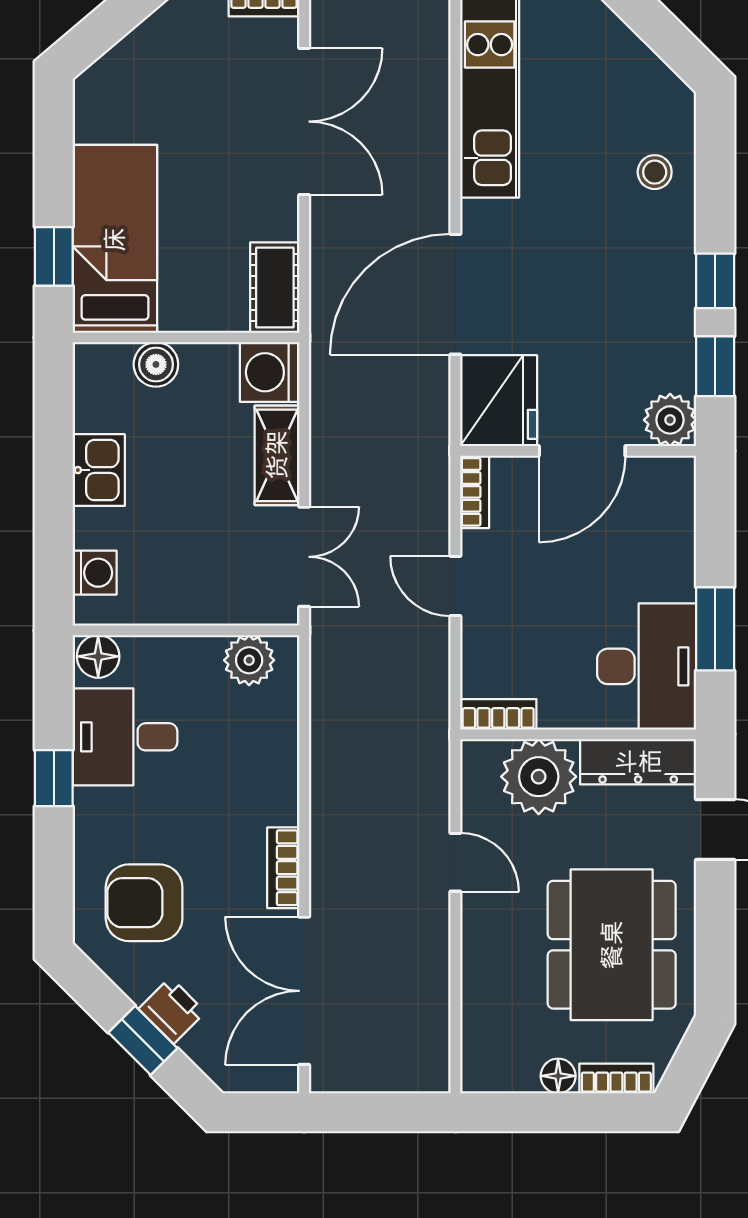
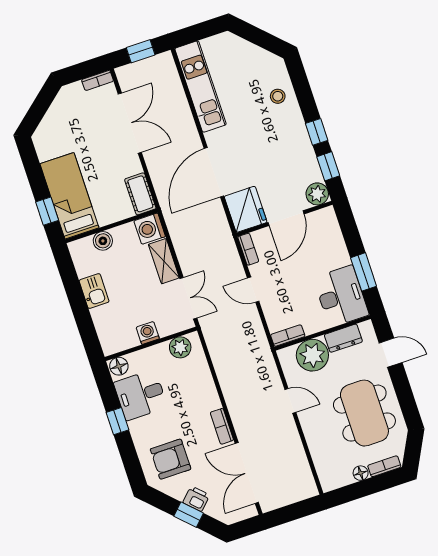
washing machine: (95, 573) -> (148, 333), moved, turned -90
dresser: (638, 762) -> (343, 338), width x0.70

